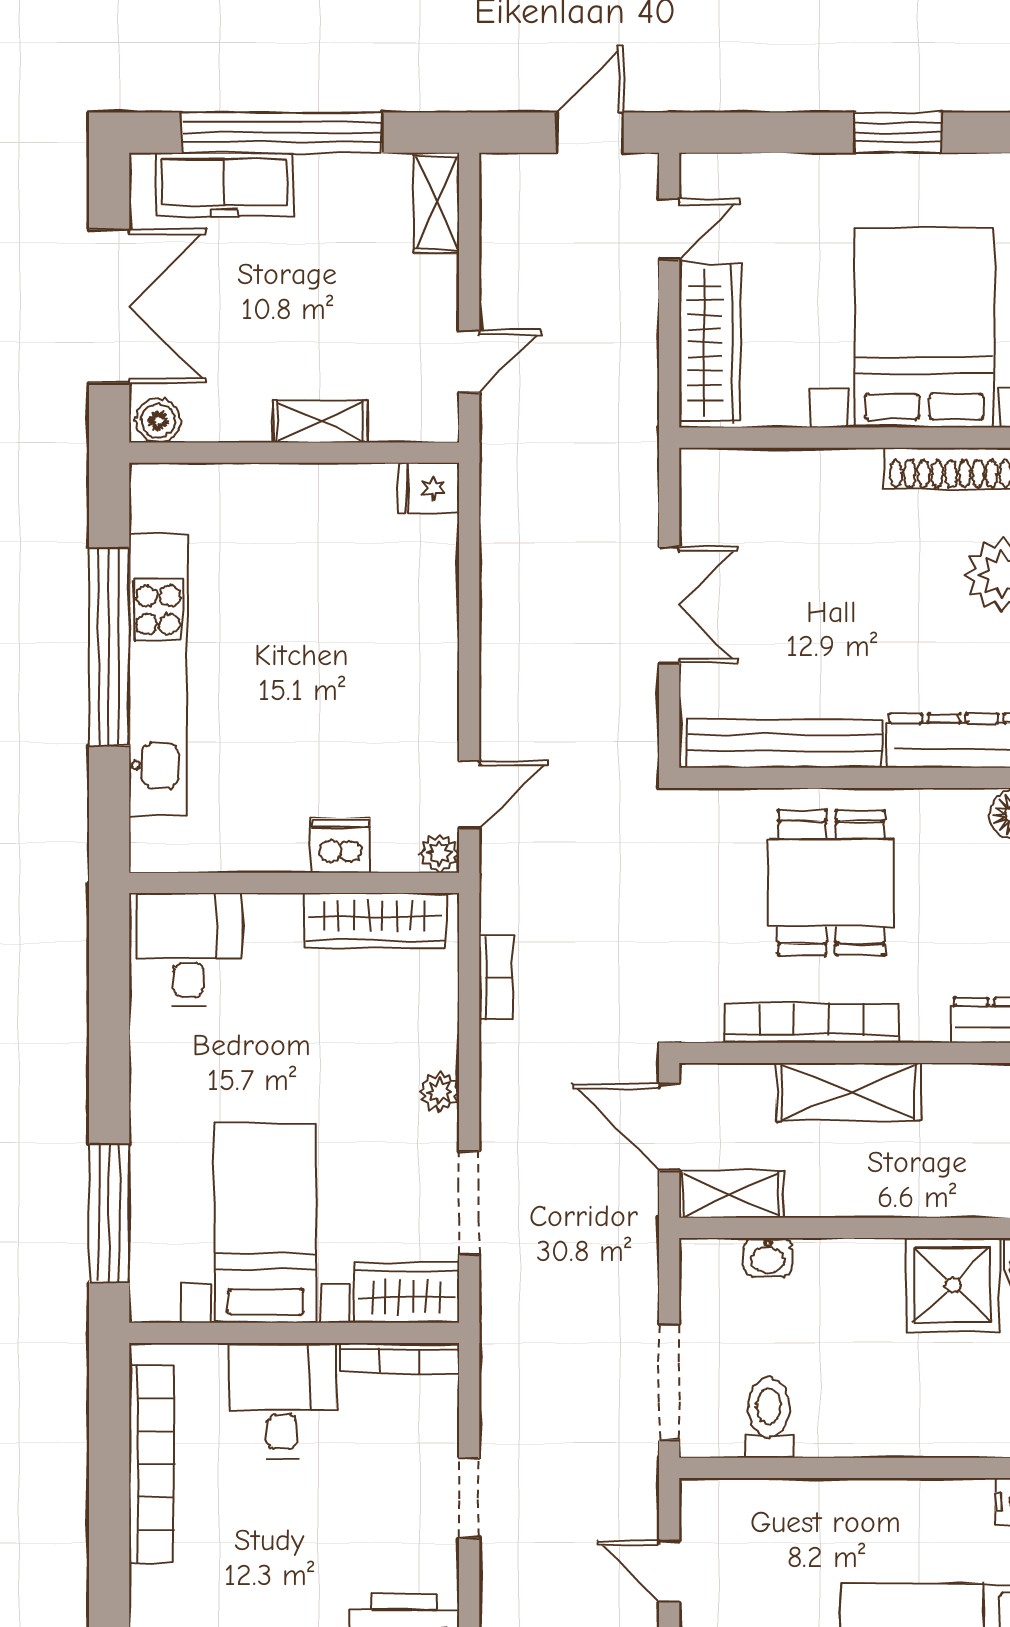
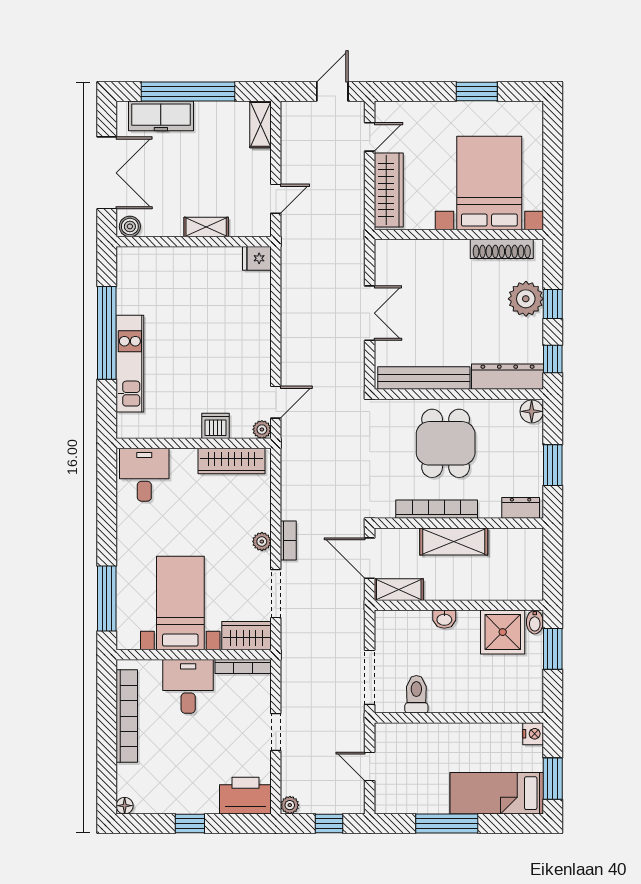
kitchen unit: (158, 675) -> (130, 364), width x0.73
bookcase: (496, 978) -> (288, 541), moved
washbasin: (768, 1257) -> (444, 619), moved

